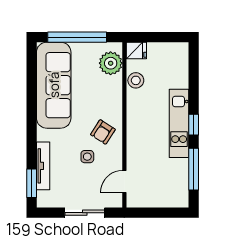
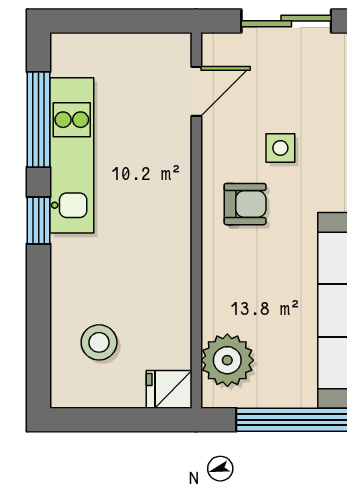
stool: (136, 80) -> (99, 342), moved
kitchen unit: (179, 123) -> (72, 155), moved
armchair: (103, 132) -> (245, 204), turned 57

